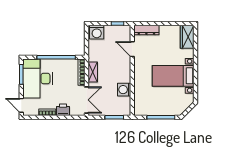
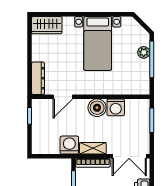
washing machine: (97, 32) -> (69, 145), moved, turned -90
boiler: (124, 75) -> (97, 108), added
double door: (87, 100) -> (129, 156), swing flipped
plant: (166, 111) -> (144, 52), added

